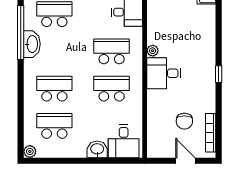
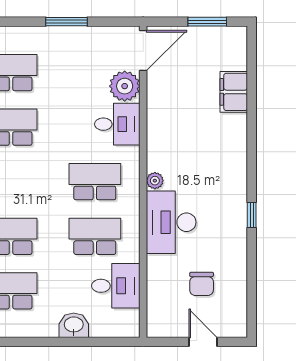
desk: (164, 73) -> (171, 222), width x1.37
bookcase: (211, 133) -> (240, 301), removed
desk: (124, 141) -> (116, 286), moved, turned -90

